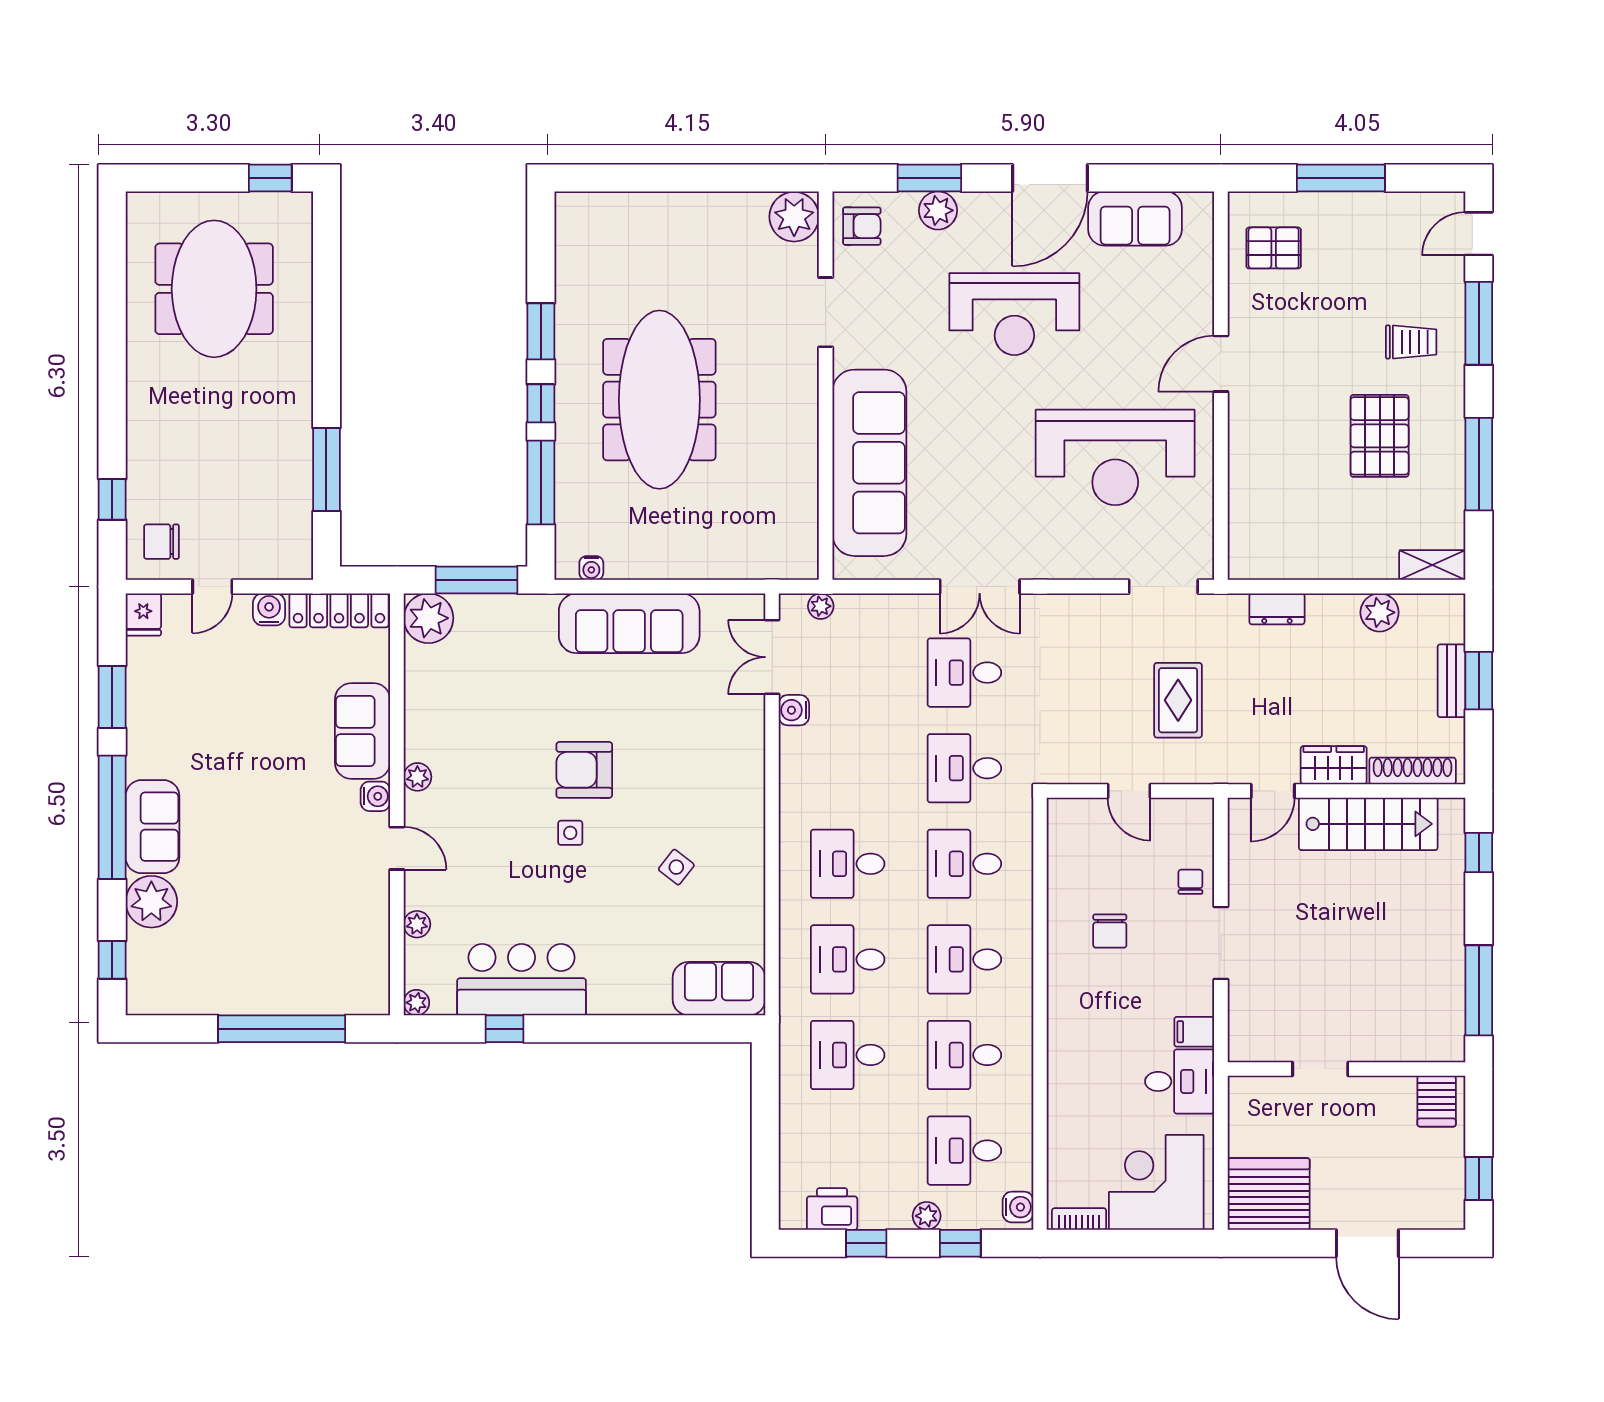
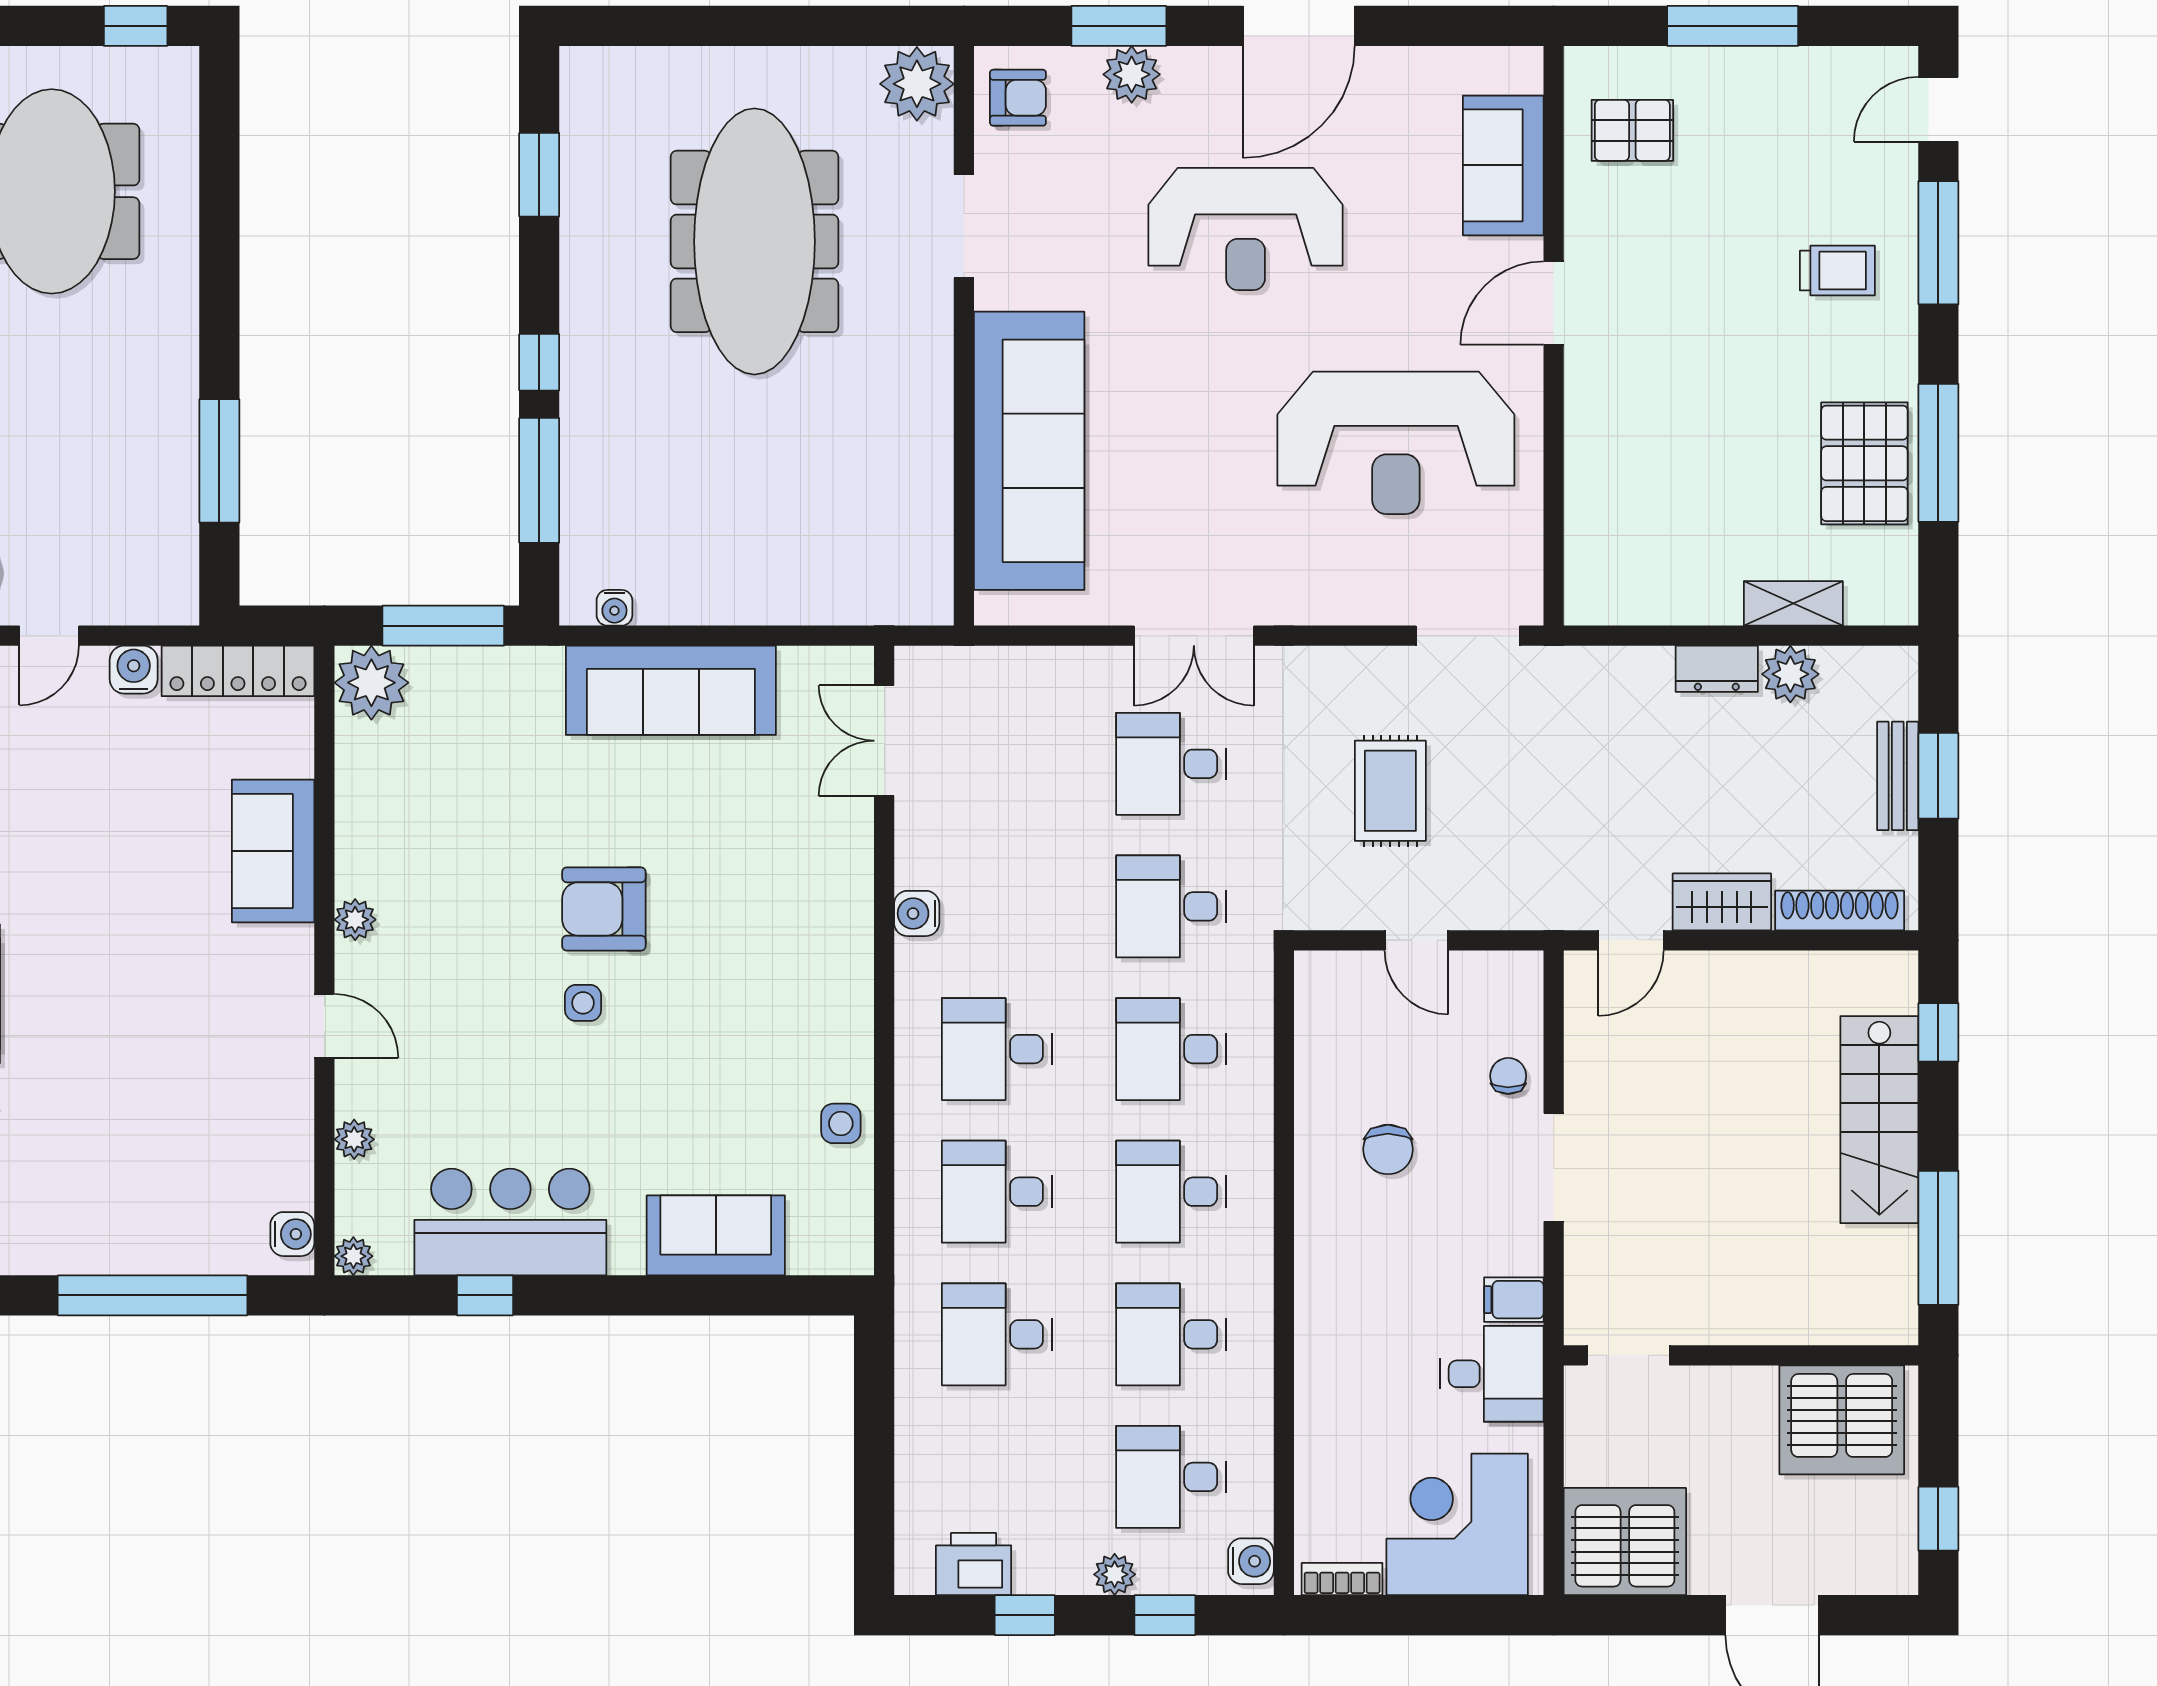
sofa: (1135, 218) -> (1503, 165), moved, turned 90
window: (541, 331) -> (539, 175), moved
meeting table: (659, 400) -> (754, 241), moved
pallet: (1380, 436) -> (1864, 463), moved
shelving: (1432, 565) -> (1793, 603), moved
plant: (821, 606) -> (957, 665), removed
dresser: (1277, 609) -> (1717, 669), moved
rug: (1178, 700) -> (1390, 791), moved
water cooler: (794, 710) -> (917, 913), moved
water cooler: (375, 796) -> (292, 1234), moved
stairs: (1368, 824) -> (1879, 1120), moved, turned 90
side table: (676, 867) -> (841, 1123), moved, turned -38
sofa: (719, 989) -> (716, 1235), moved
doorway: (1320, 1069) -> (1628, 1355), moved
server rack: (1437, 1101) -> (1842, 1420), width x2.18, depth x1.44

